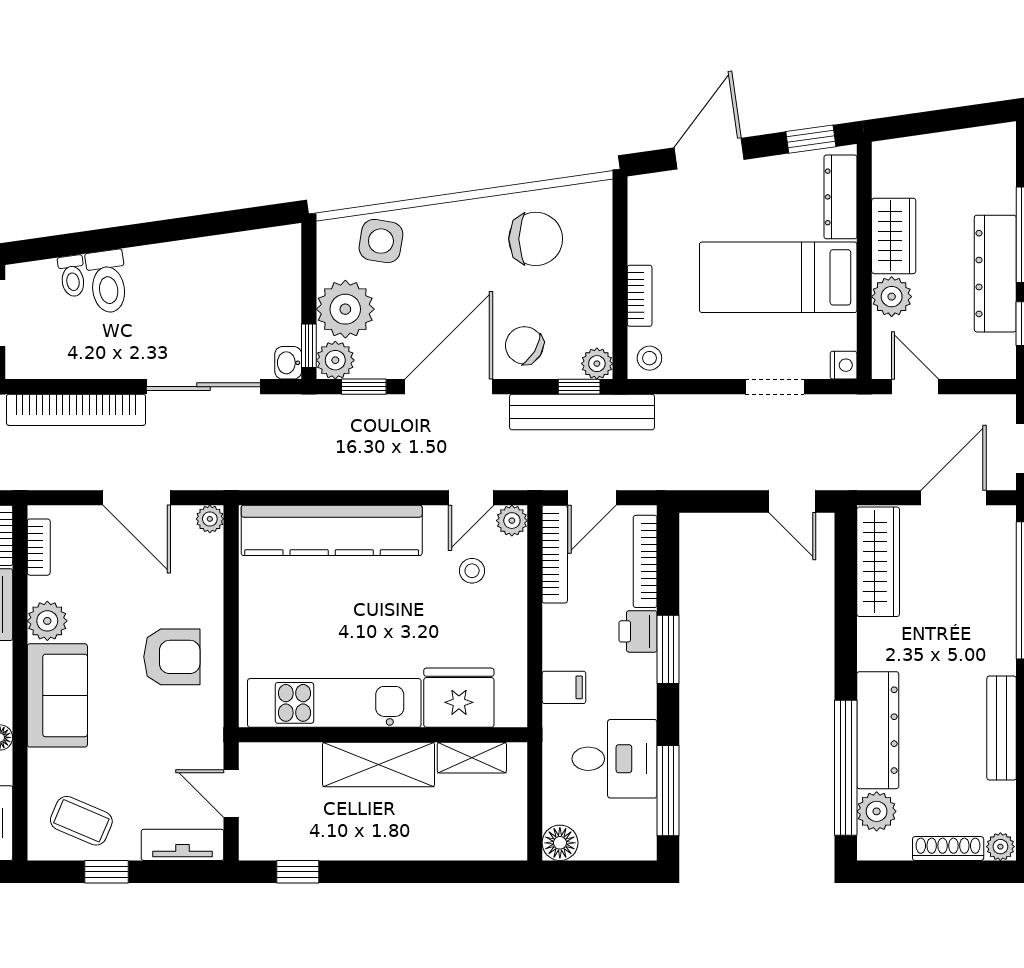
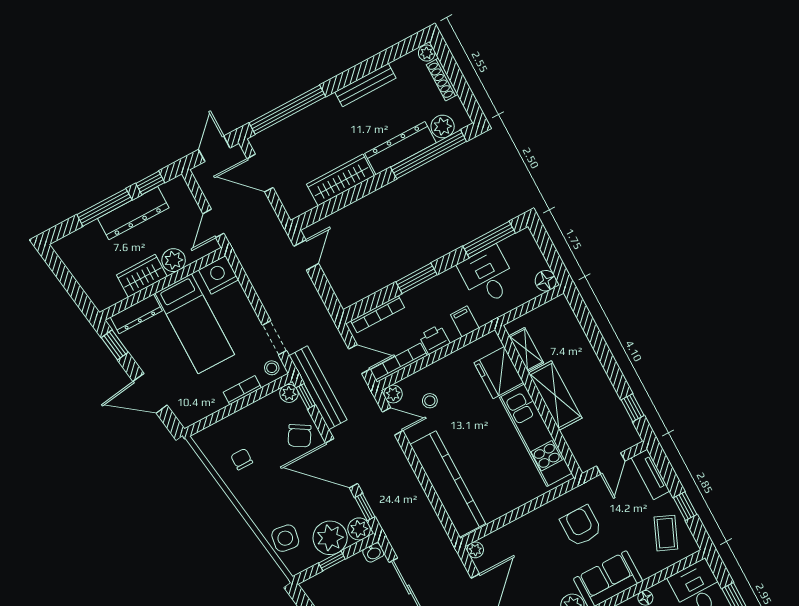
chair: (536, 239) -> (242, 459), width x0.54, depth x0.54
window: (309, 346) -> (332, 561), moved
nightstand: (844, 365) -> (218, 275), width x1.89, depth x1.79
doorway: (775, 387) -> (275, 338), moved
wardrobe: (878, 562) -> (340, 180), moved
printer: (638, 631) -> (434, 339), moved, turned 180
armchair: (172, 657) -> (581, 526), moved

